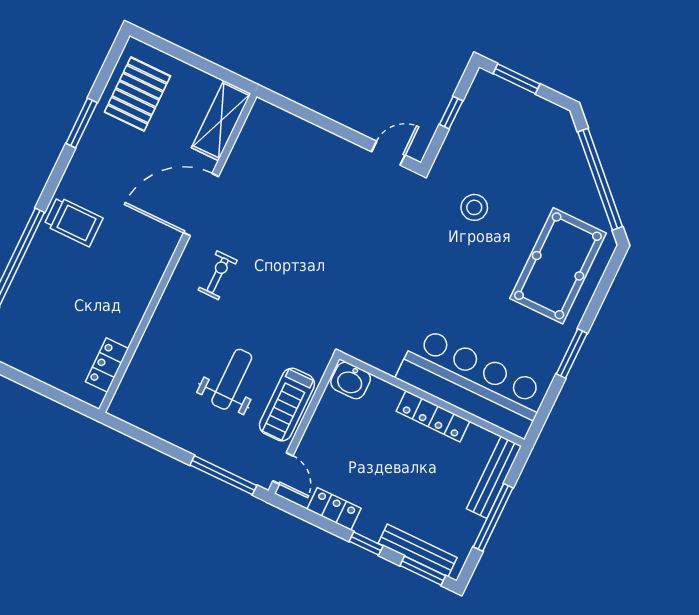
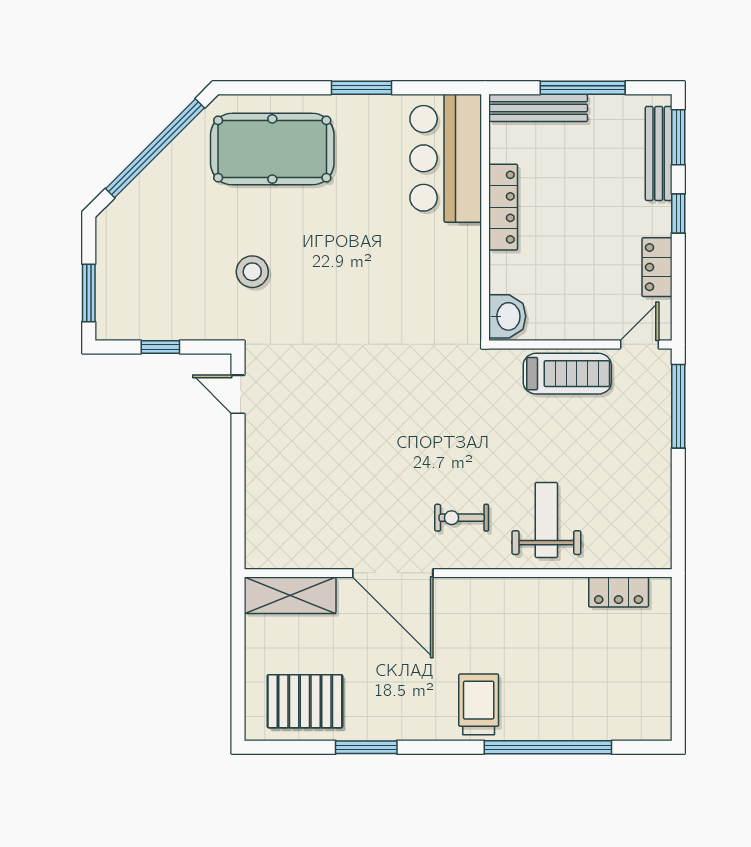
weight bench: (232, 379) -> (546, 520), moved, turned 90
bar counter: (472, 383) -> (446, 158), width x0.73

